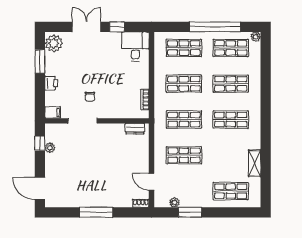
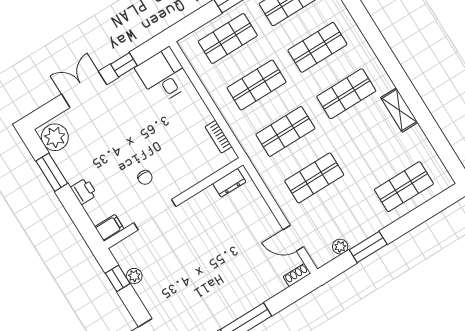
shelving: (255, 163) -> (399, 110), moved

